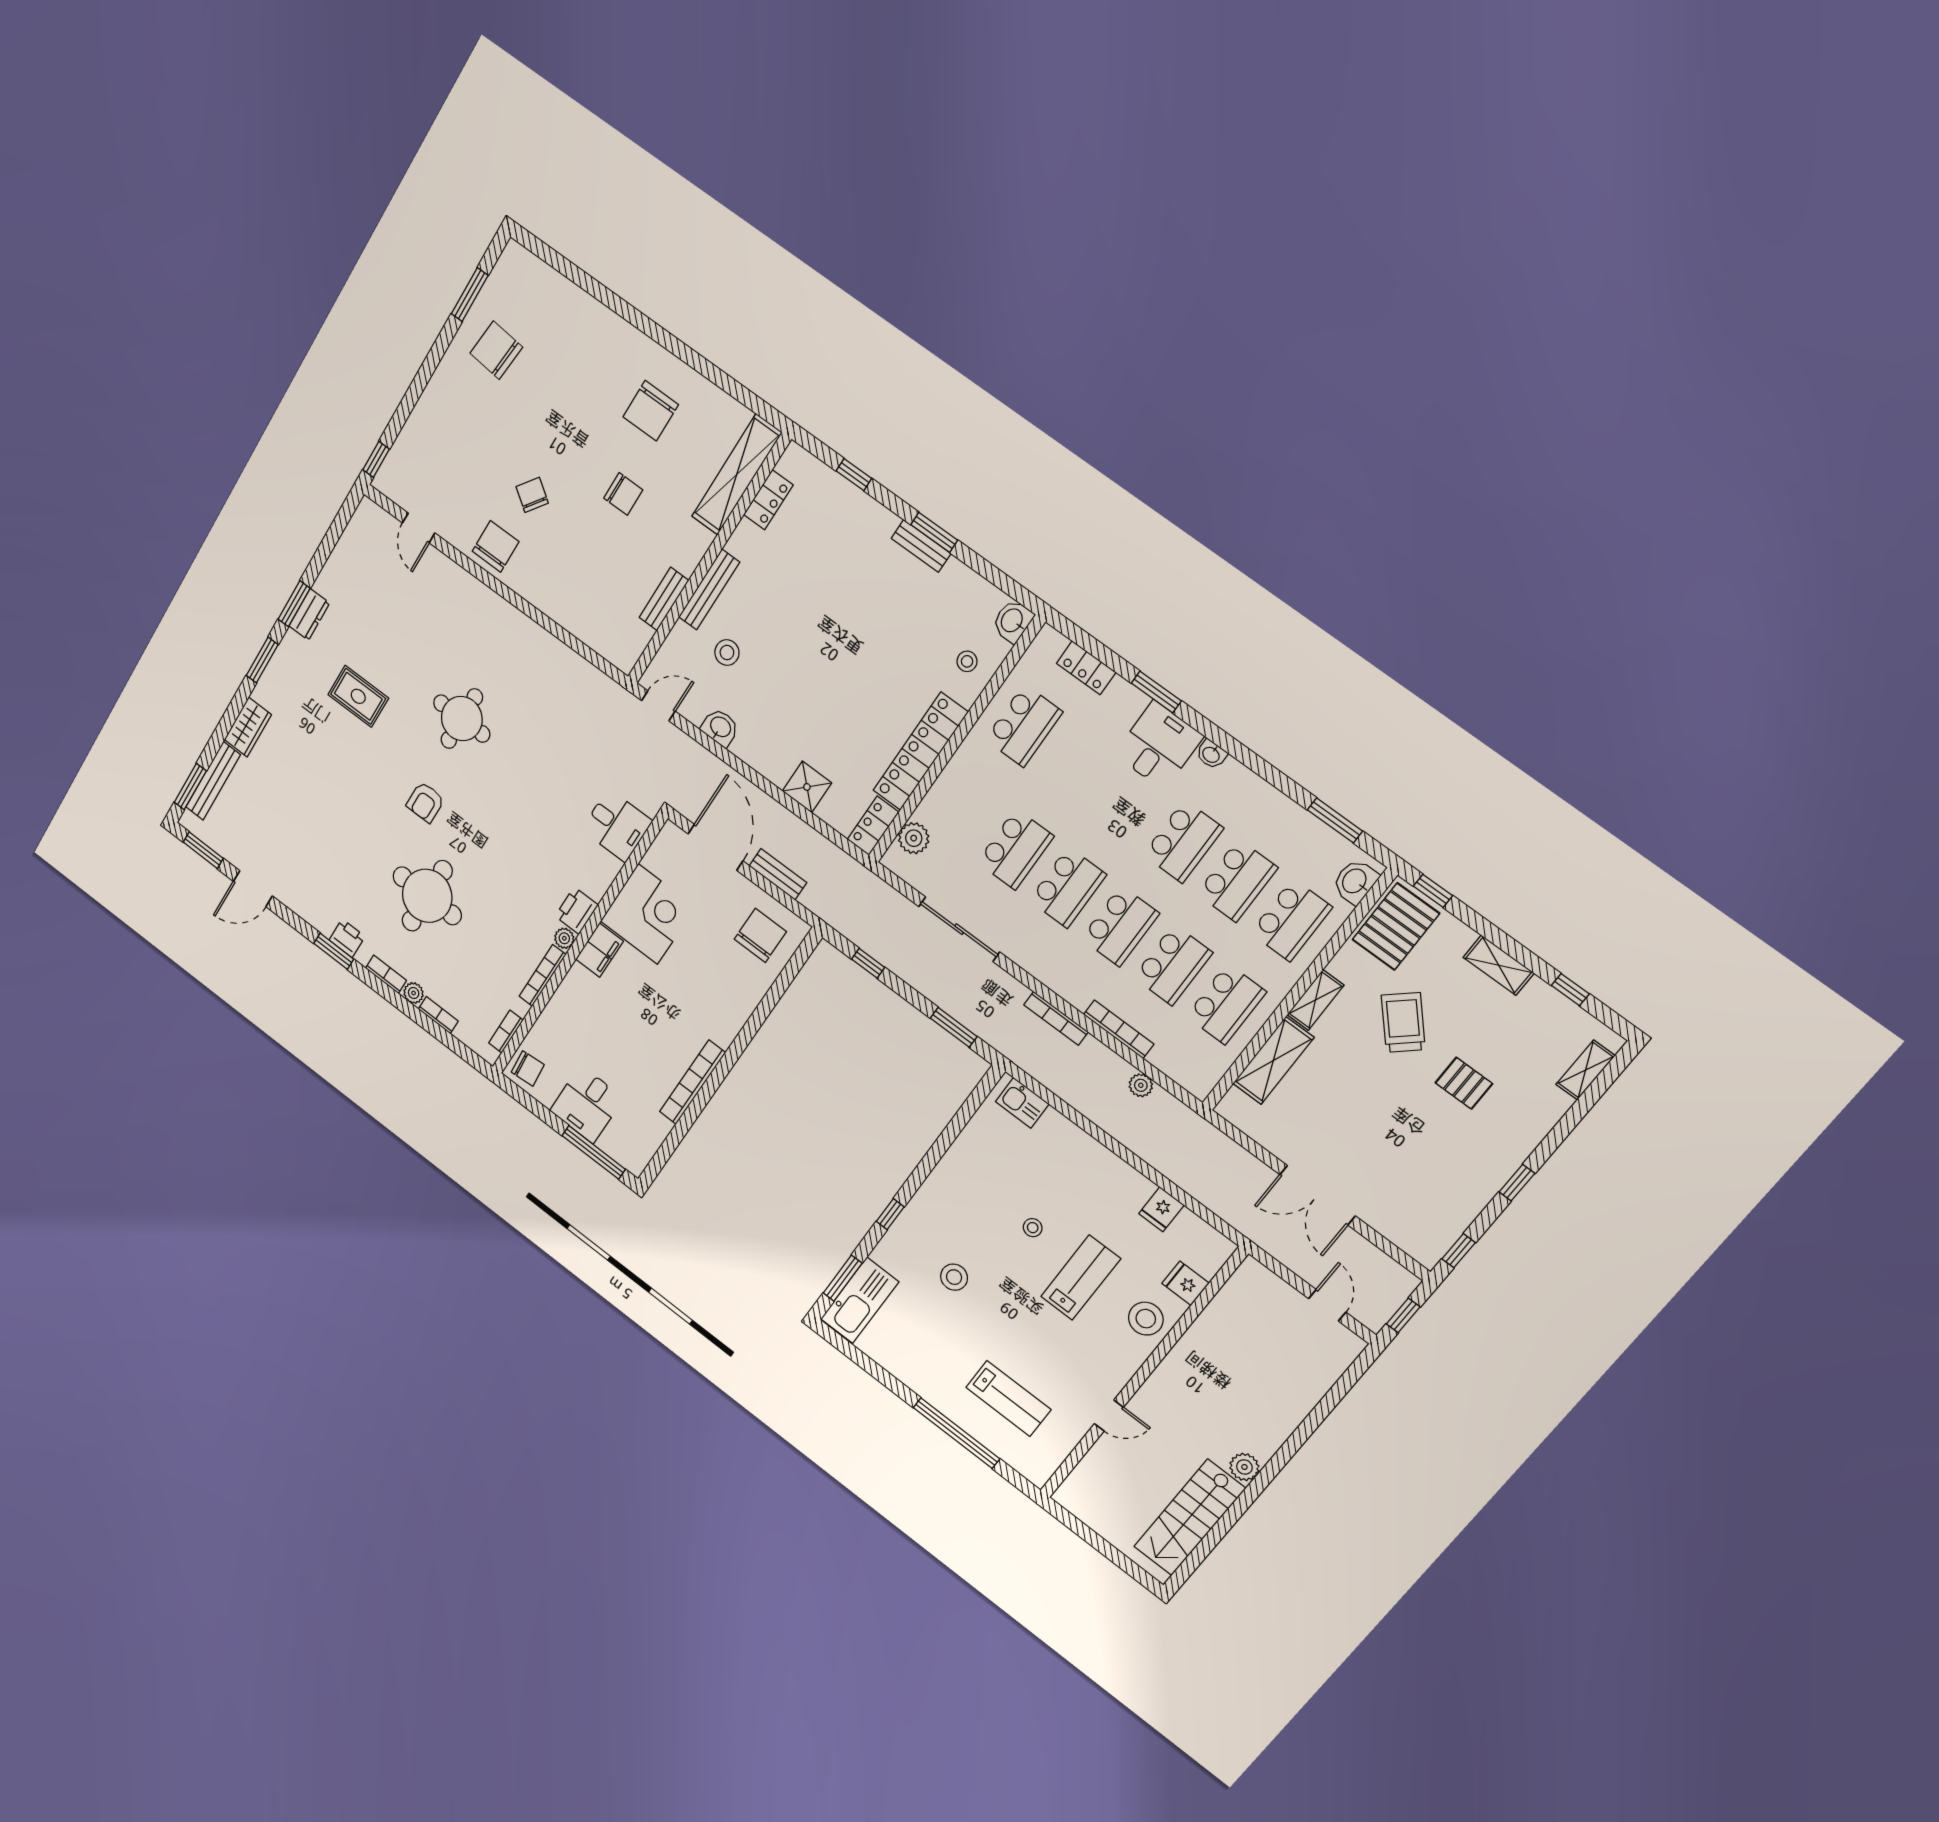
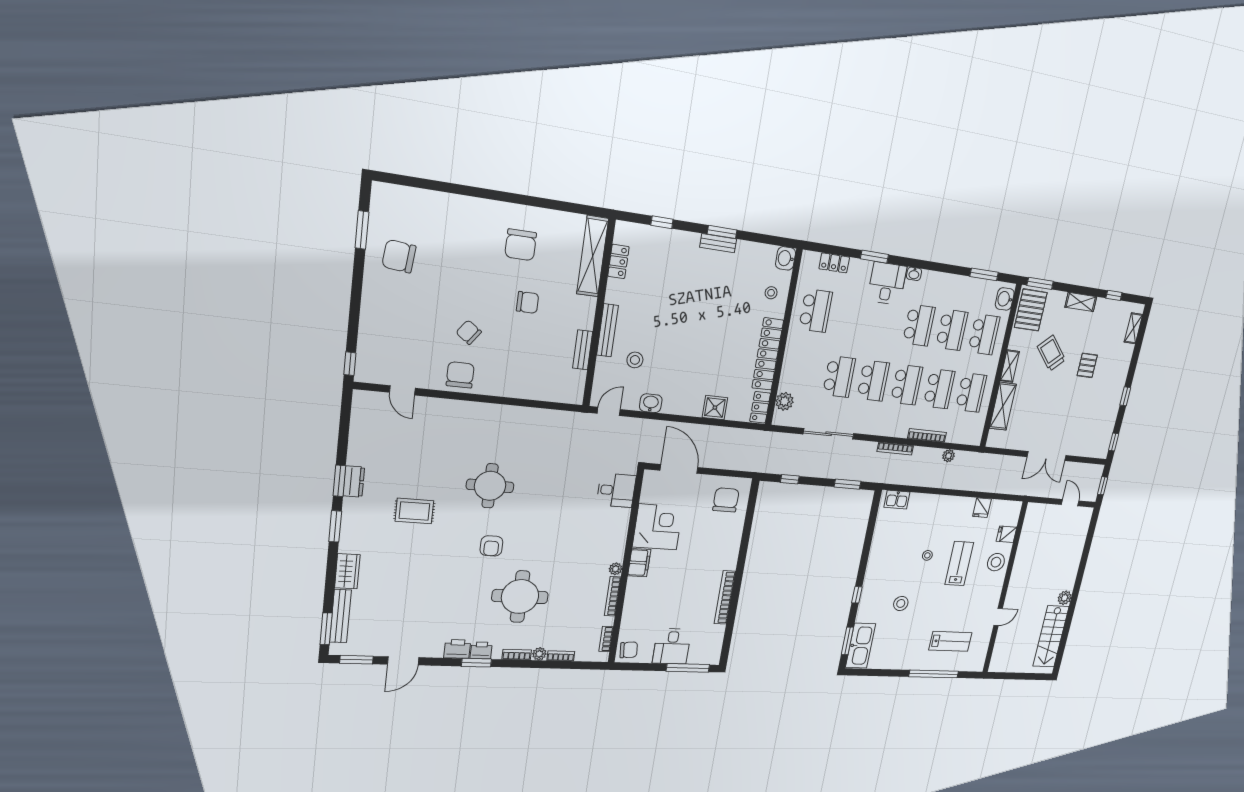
bench: (778, 874) -> (720, 463), removed
window: (1433, 891) -> (1040, 283), width x1.50
printer: (577, 911) -> (457, 649), moved, turned 90
pallet: (1464, 1083) -> (1087, 365), turned 90

